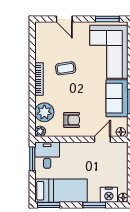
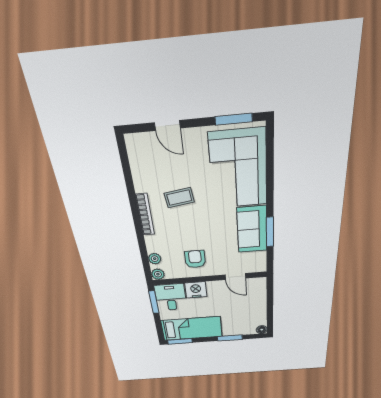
plant: (44, 112) -> (155, 259), width x0.53, depth x0.53
armchair: (72, 120) -> (195, 259), turned -90
floor lamp: (121, 132) -> (258, 267), removed
door: (102, 139) -> (235, 276), swing flipped
nightstand: (109, 195) -> (196, 290), moved, turned 180

